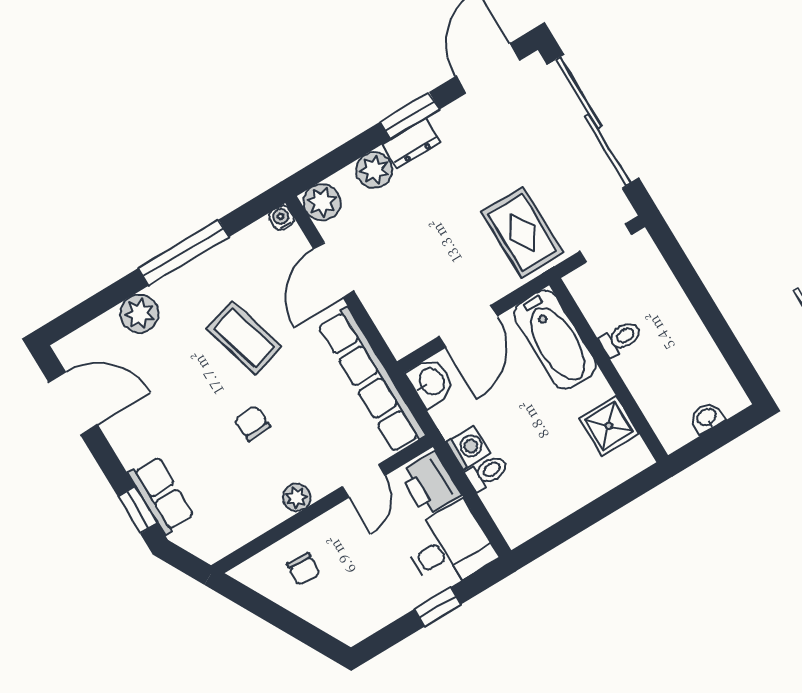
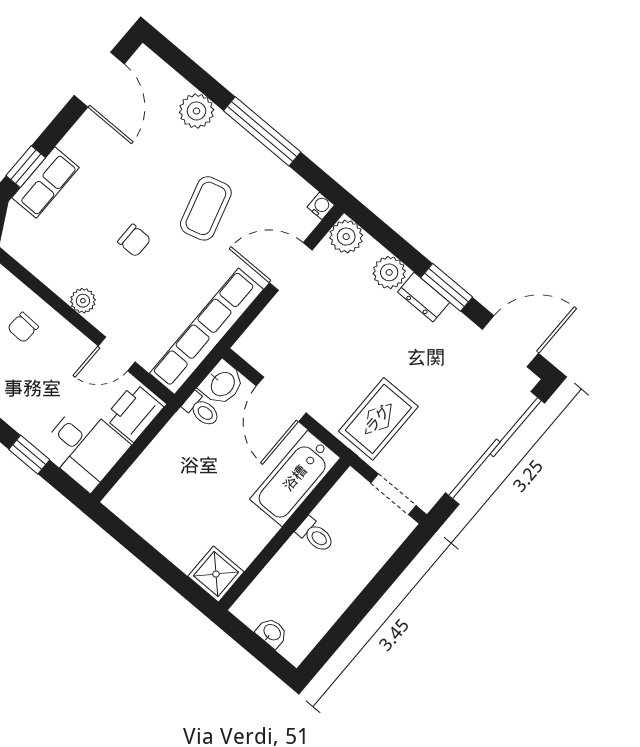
door: (468, 326) -> (281, 399), hinge flipped
chair: (252, 423) -> (134, 241), turned 94
shower: (609, 426) -> (216, 574), moved
washing machine: (468, 448) -> (176, 435), removed
toilet: (487, 472) -> (201, 410), moved

